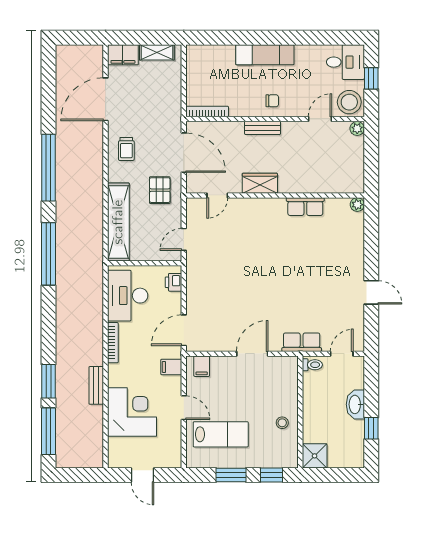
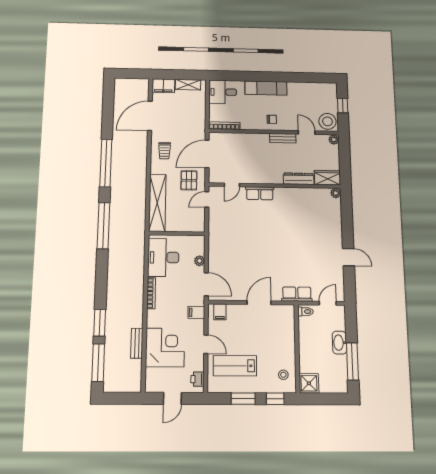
desk: (345, 62) -> (223, 92), moved, turned 180
door: (320, 119) -> (307, 133), hinge flipped
bench: (263, 128) -> (283, 138), moved
door: (184, 153) -> (207, 154), swing flipped
wardrobe: (260, 183) -> (328, 178), moved
dresser: (307, 185) -> (299, 179), added
row of seats: (305, 207) -> (260, 193), moved
door: (184, 239) -> (207, 200), moved
printer: (174, 282) -> (197, 379), moved
plant: (175, 300) -> (200, 261), added
door: (184, 330) -> (206, 284), swing flipped
bench: (96, 385) -> (137, 343), moved
stool: (282, 423) -> (283, 375), moved
window: (371, 428) -> (352, 361), width x2.17
lab bench: (221, 434) -> (235, 366), turned 180
door: (142, 475) -> (172, 398), hinge flipped

